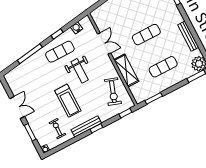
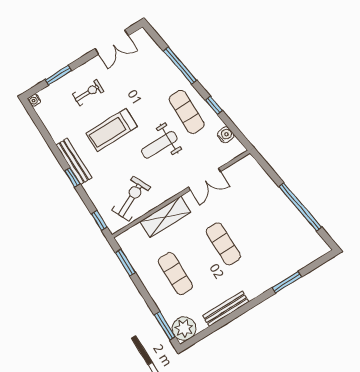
exercise bike: (113, 92) -> (131, 199), turned 135
double door: (17, 108) -> (112, 42), moved
exercise bike: (57, 129) -> (88, 93), moved

